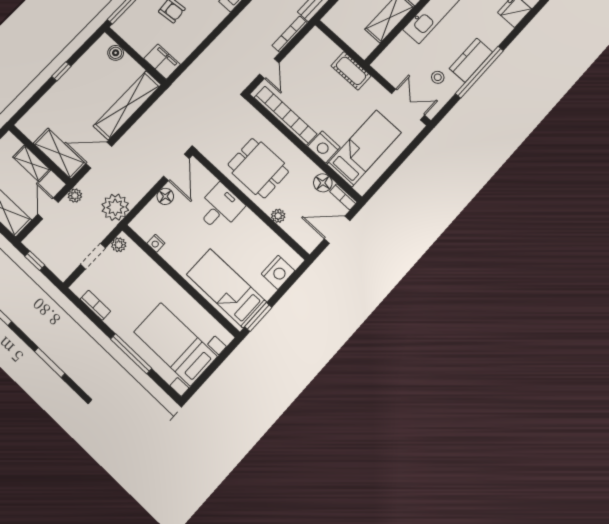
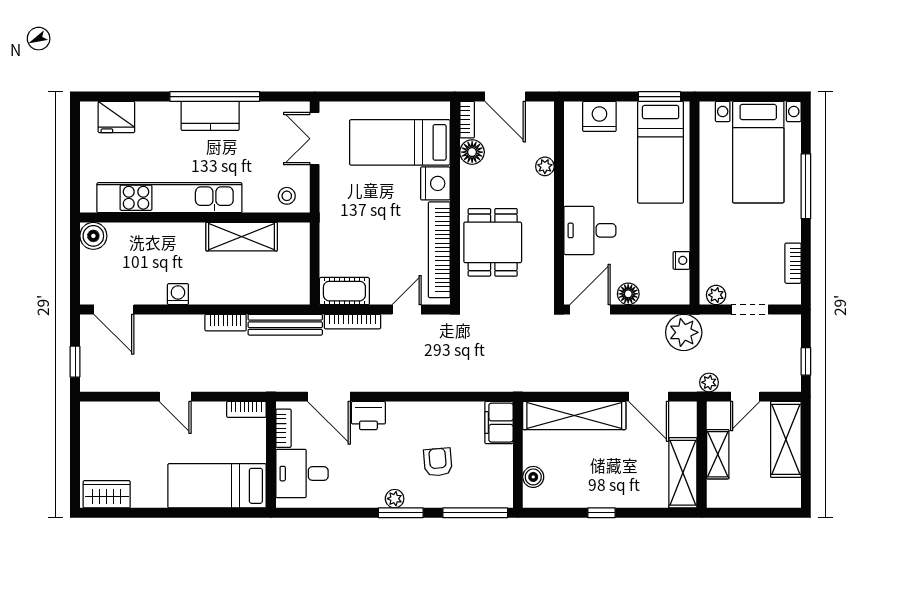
cot: (351, 71) -> (344, 291), moved, turned 90
stool: (438, 77) -> (287, 196), moved
shelving: (59, 153) -> (683, 473), moved
dining table: (258, 168) -> (493, 242), moved

